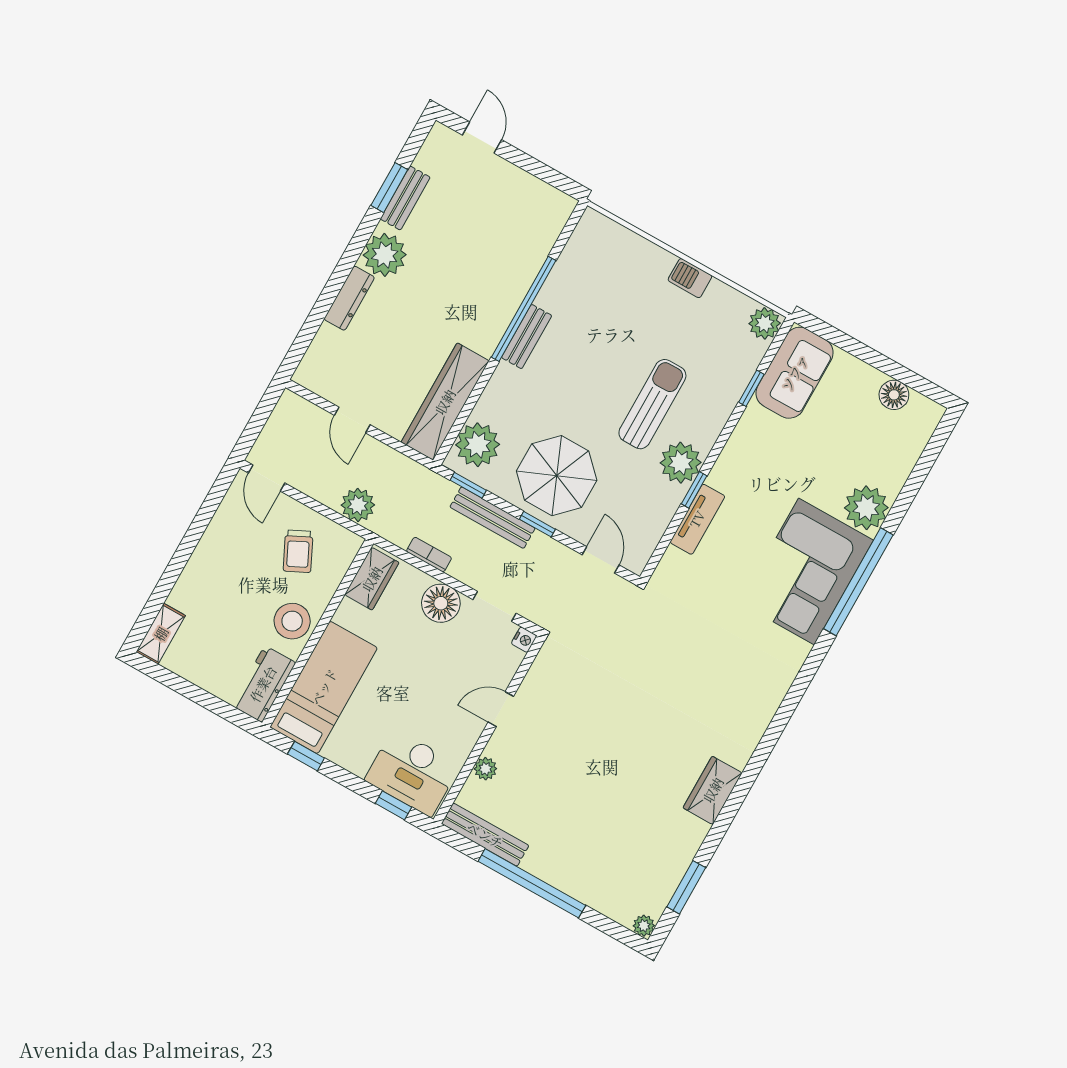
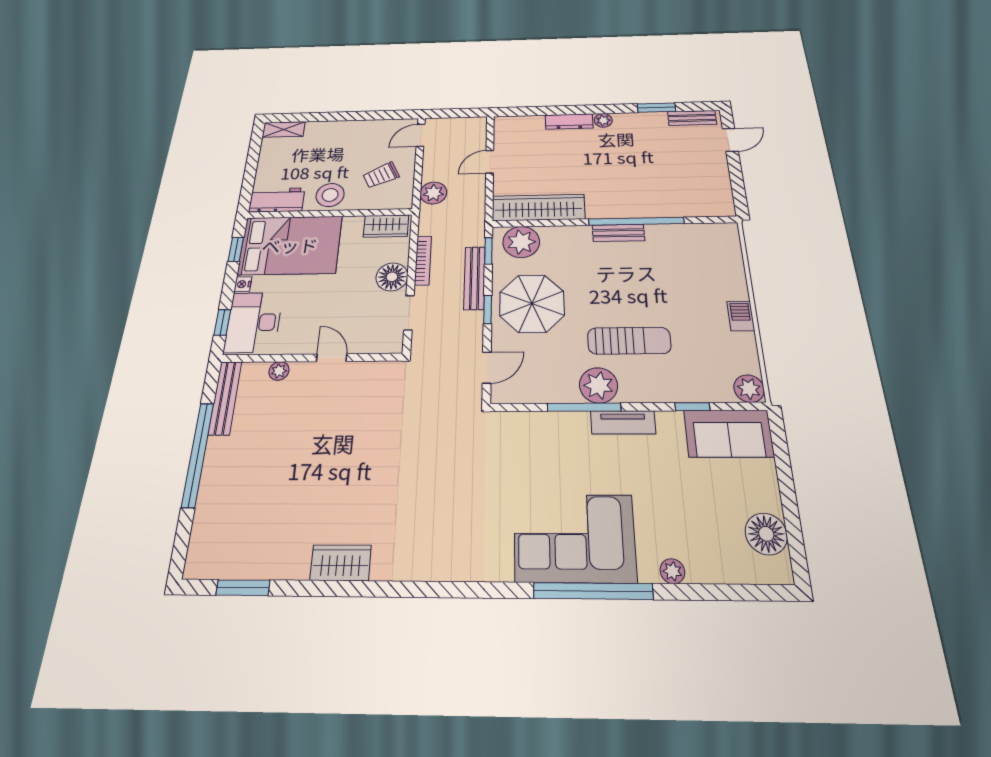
bench: (405, 198) -> (692, 118), moved
plant: (385, 255) -> (603, 120), width x0.53, depth x0.53
floor lamp: (894, 395) -> (766, 534), width x1.38, depth x1.38
window: (694, 490) -> (584, 407), width x2.17
plant: (866, 508) -> (672, 571), width x0.53, depth x0.53
tv unit: (697, 519) -> (623, 422), moved
bookcase: (429, 555) -> (423, 261), width x1.56
nightstand: (524, 640) -> (243, 284), moved, turned 90
bed: (324, 687) -> (290, 245), width x1.50
plant: (644, 926) -> (194, 568), removed

